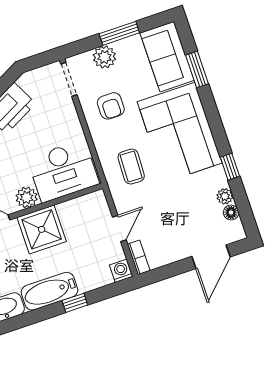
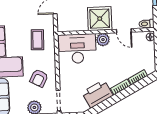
armchair: (111, 106) -> (39, 78), turned -152

